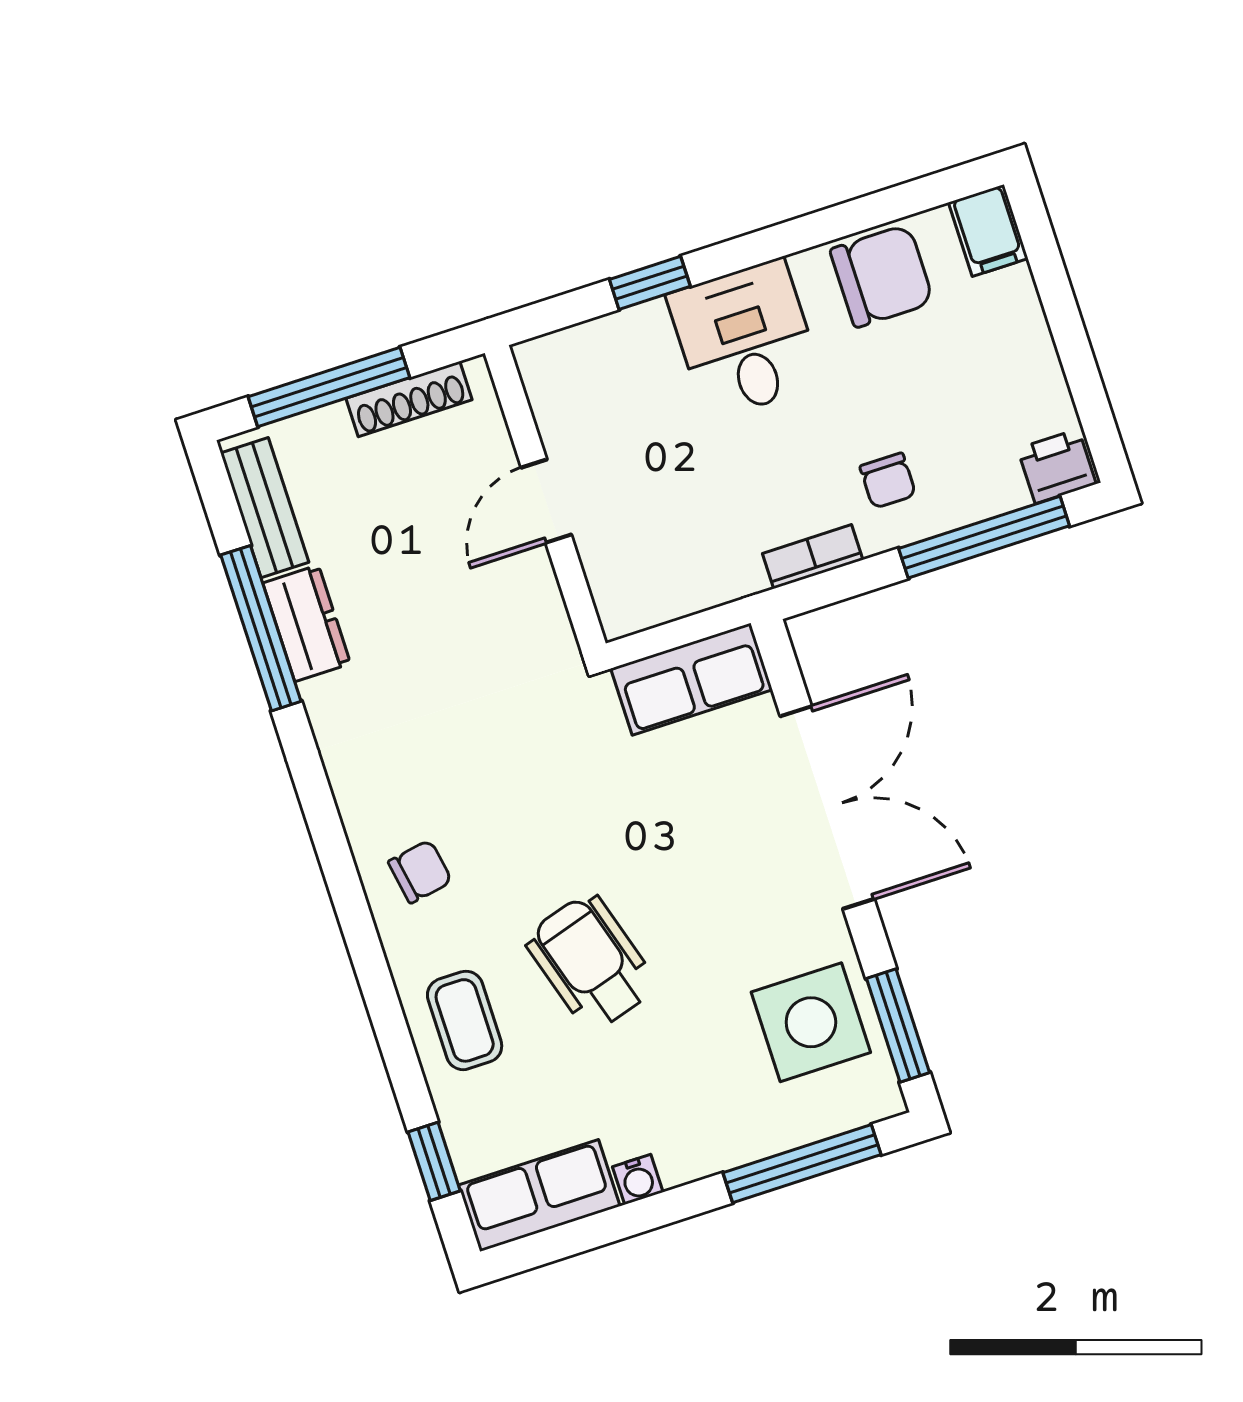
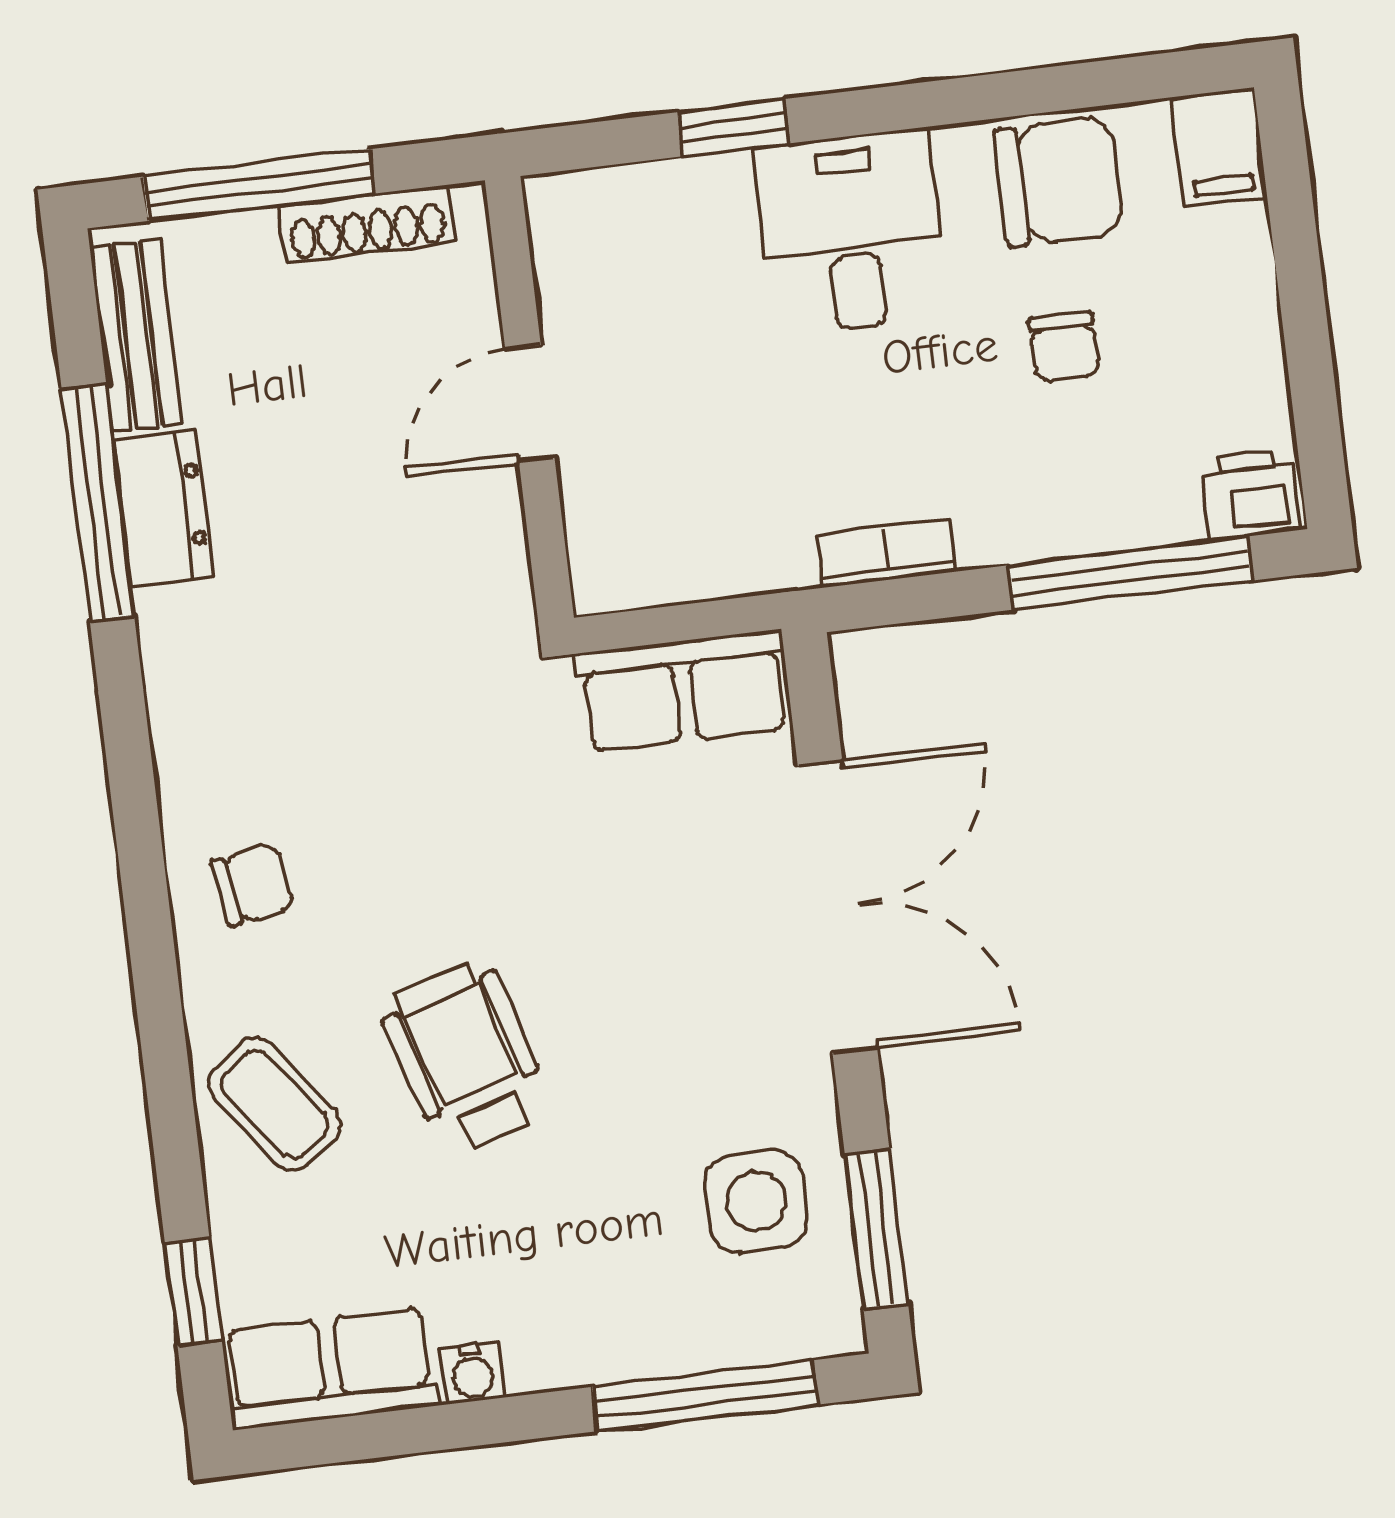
chair: (888, 481) -> (1064, 347), moved
coffee table: (465, 1020) -> (274, 1104), turned -37
side table: (811, 1022) -> (756, 1201), width x0.73, depth x0.73

